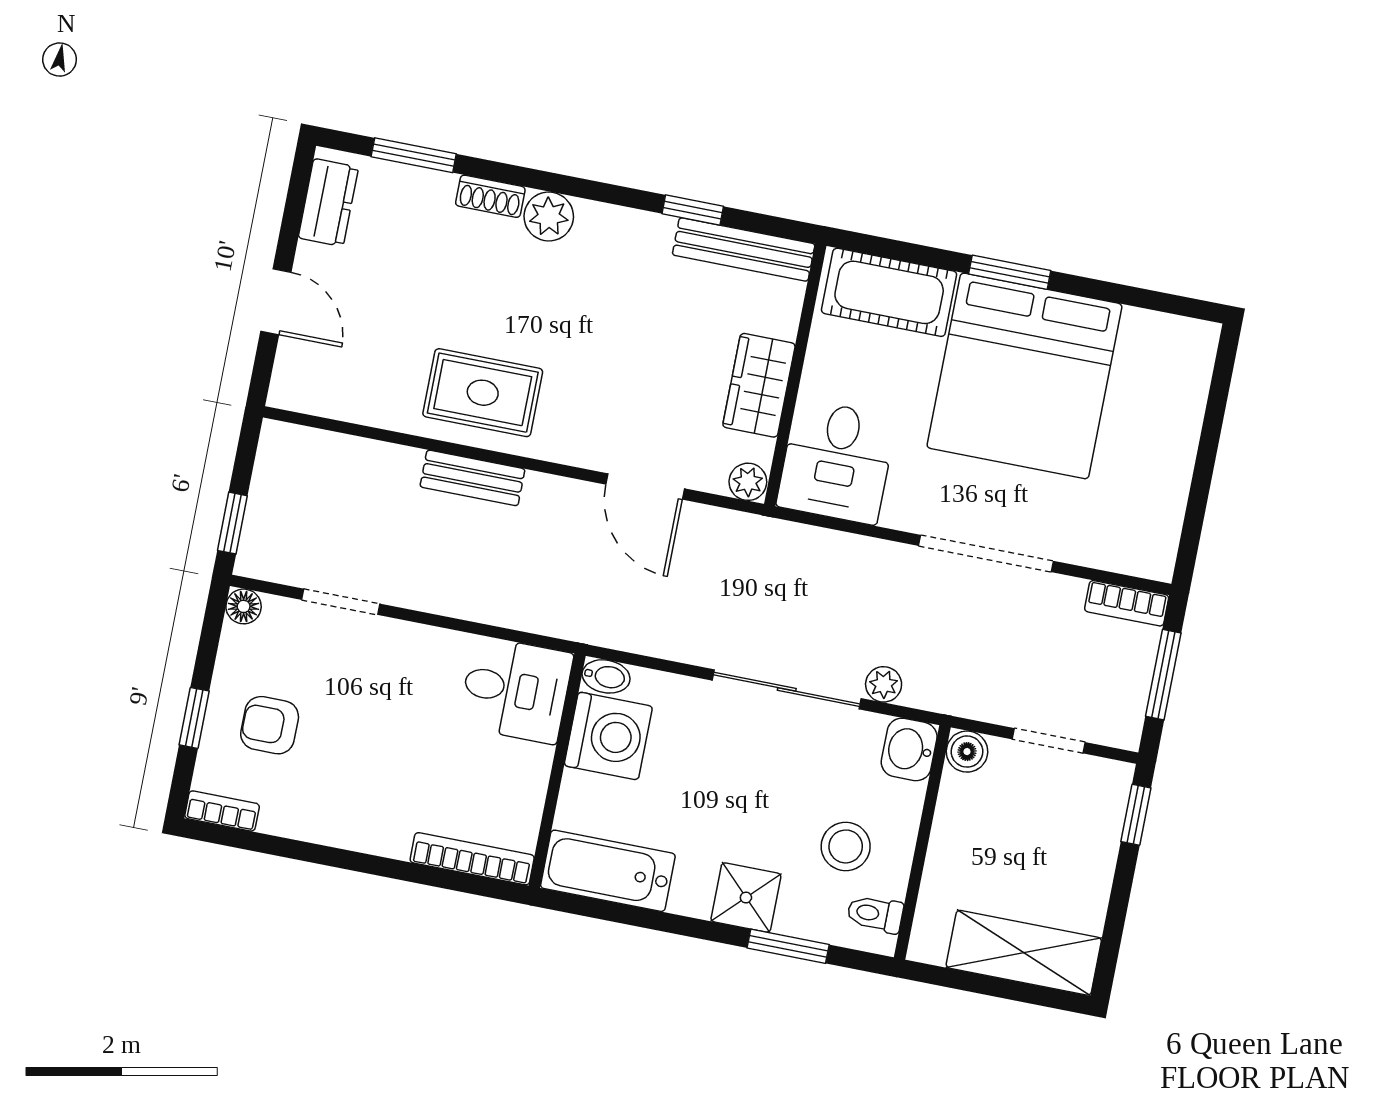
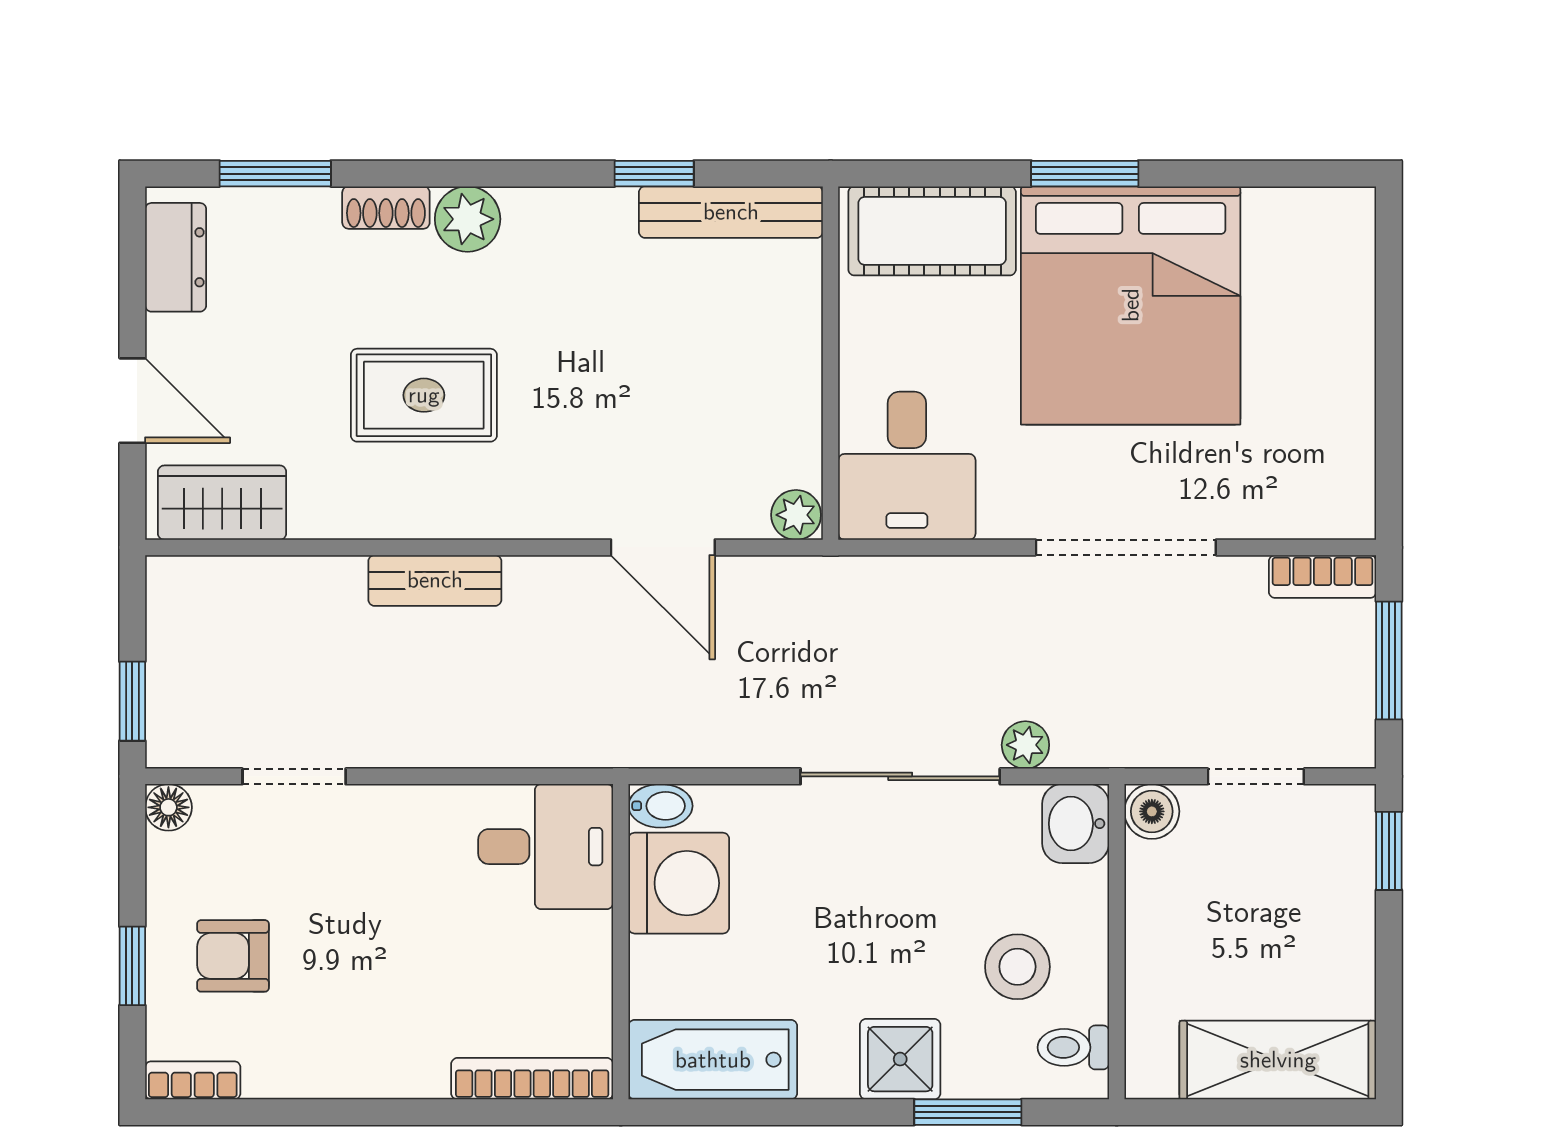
wardrobe: (759, 385) -> (222, 503), moved, turned 90
rug: (483, 393) -> (424, 395), moved

